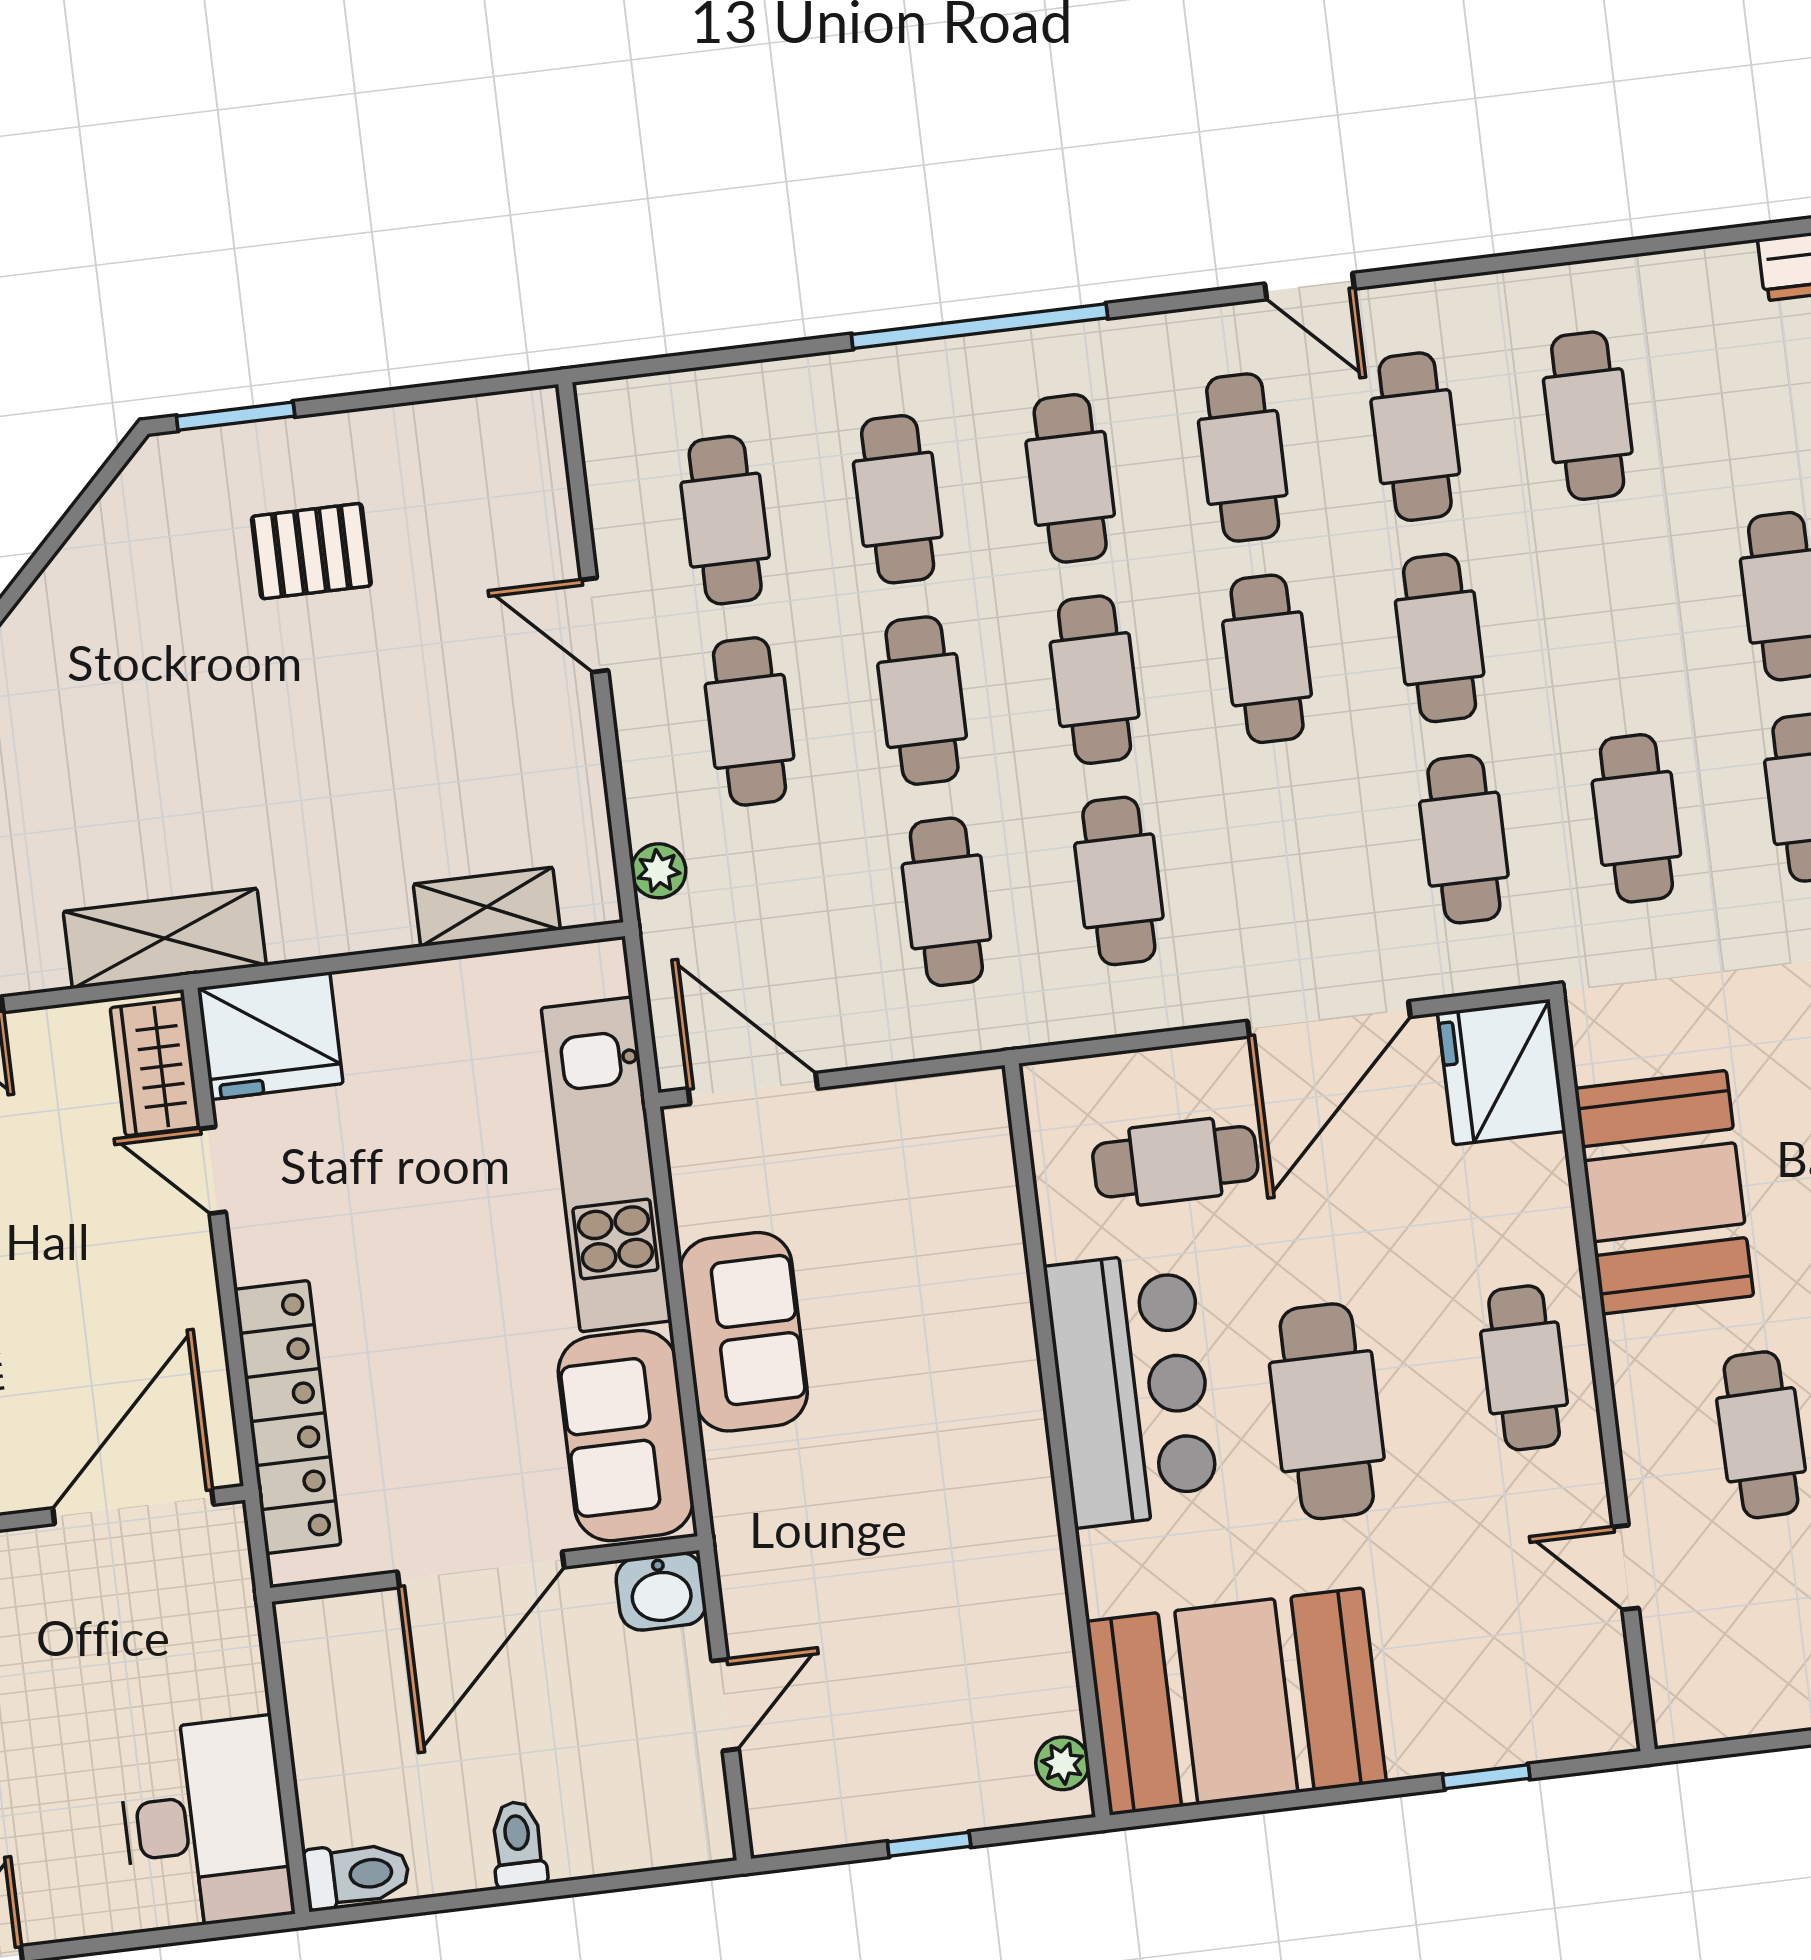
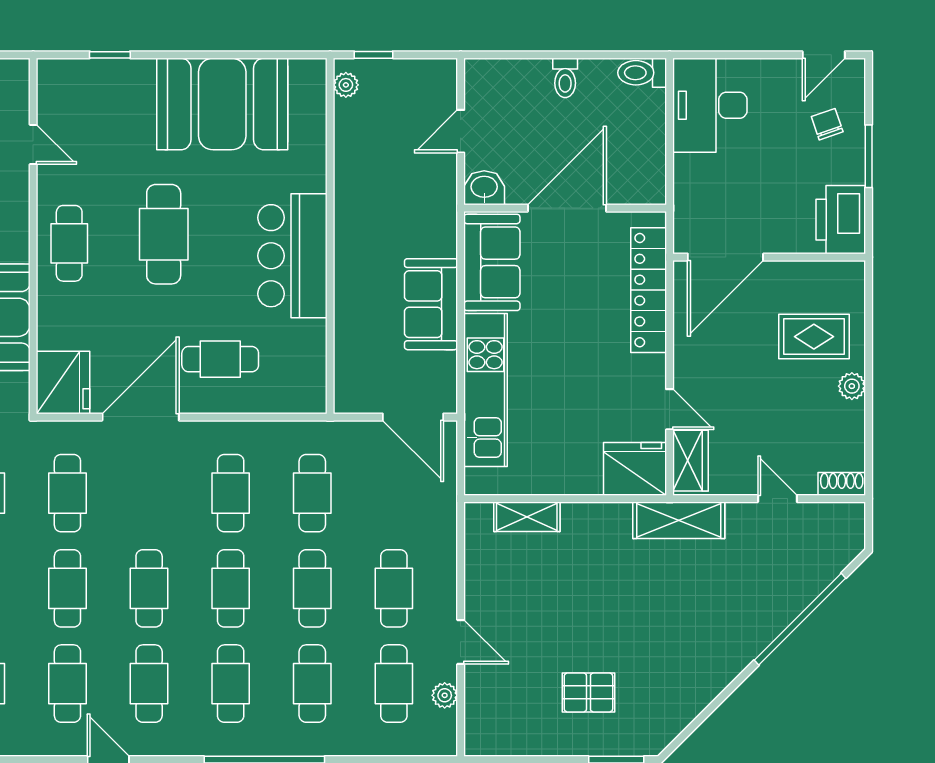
plant: (659, 871) -> (445, 695), moved
bar counter: (1132, 1389) -> (292, 256), moved
wall: (1057, 1440) -> (330, 236), moved
plant: (1063, 1763) -> (346, 85), moved

